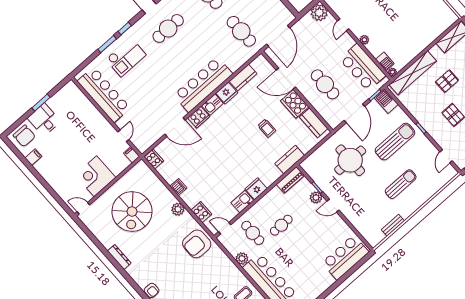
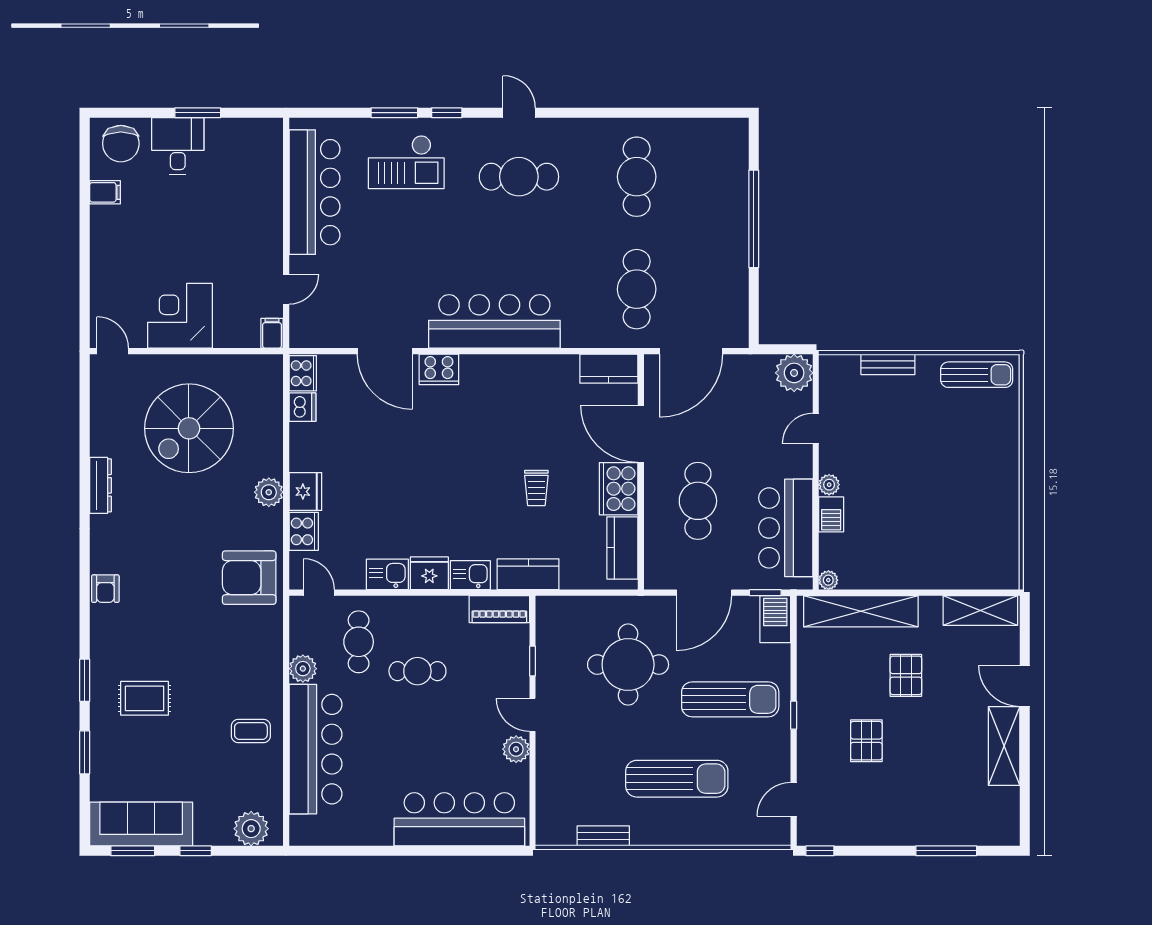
barbecue: (385, 62) -> (831, 514), moved
kitchen counter: (243, 77) -> (609, 369), moved
pallet: (447, 81) -> (906, 675), turned 90
fridge: (227, 93) -> (305, 492), moved, turned -90
kitchen sink: (212, 105) -> (470, 575), moved, turned 180
sun lounger: (401, 184) -> (677, 779), width x1.36, depth x1.34
dishwasher: (178, 187) -> (302, 407), moved
plant: (316, 197) -> (516, 749), moved
bar counter: (345, 257) -> (459, 819), width x1.36

